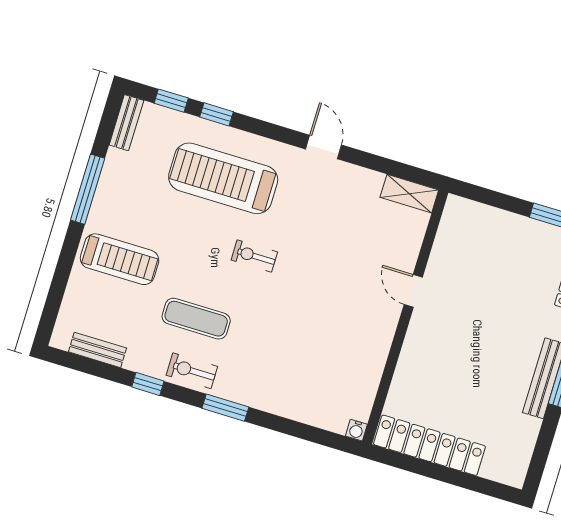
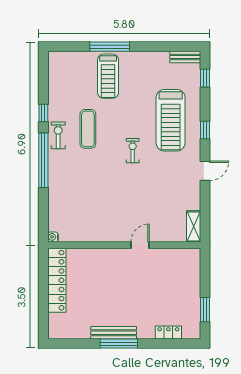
window: (216, 114) -> (205, 130), moved
treadmill: (223, 178) -> (171, 120), turned 180
window: (88, 189) -> (110, 47), moved
bench: (97, 350) -> (54, 79), removed
window: (225, 408) -> (43, 160), width x2.11

